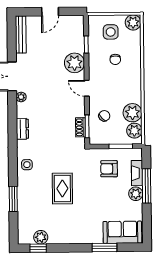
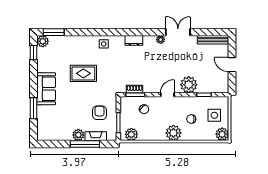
plant: (132, 113) -> (173, 133), moved
window: (13, 199) -> (54, 32), moved
sofa: (122, 232) -> (46, 89), moved
plant: (41, 237) -> (43, 41), moved

